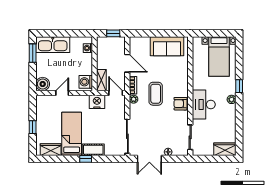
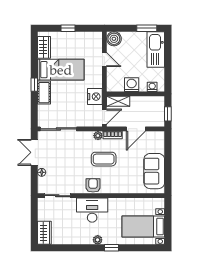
washing machine: (86, 82) -> (132, 85), moved

